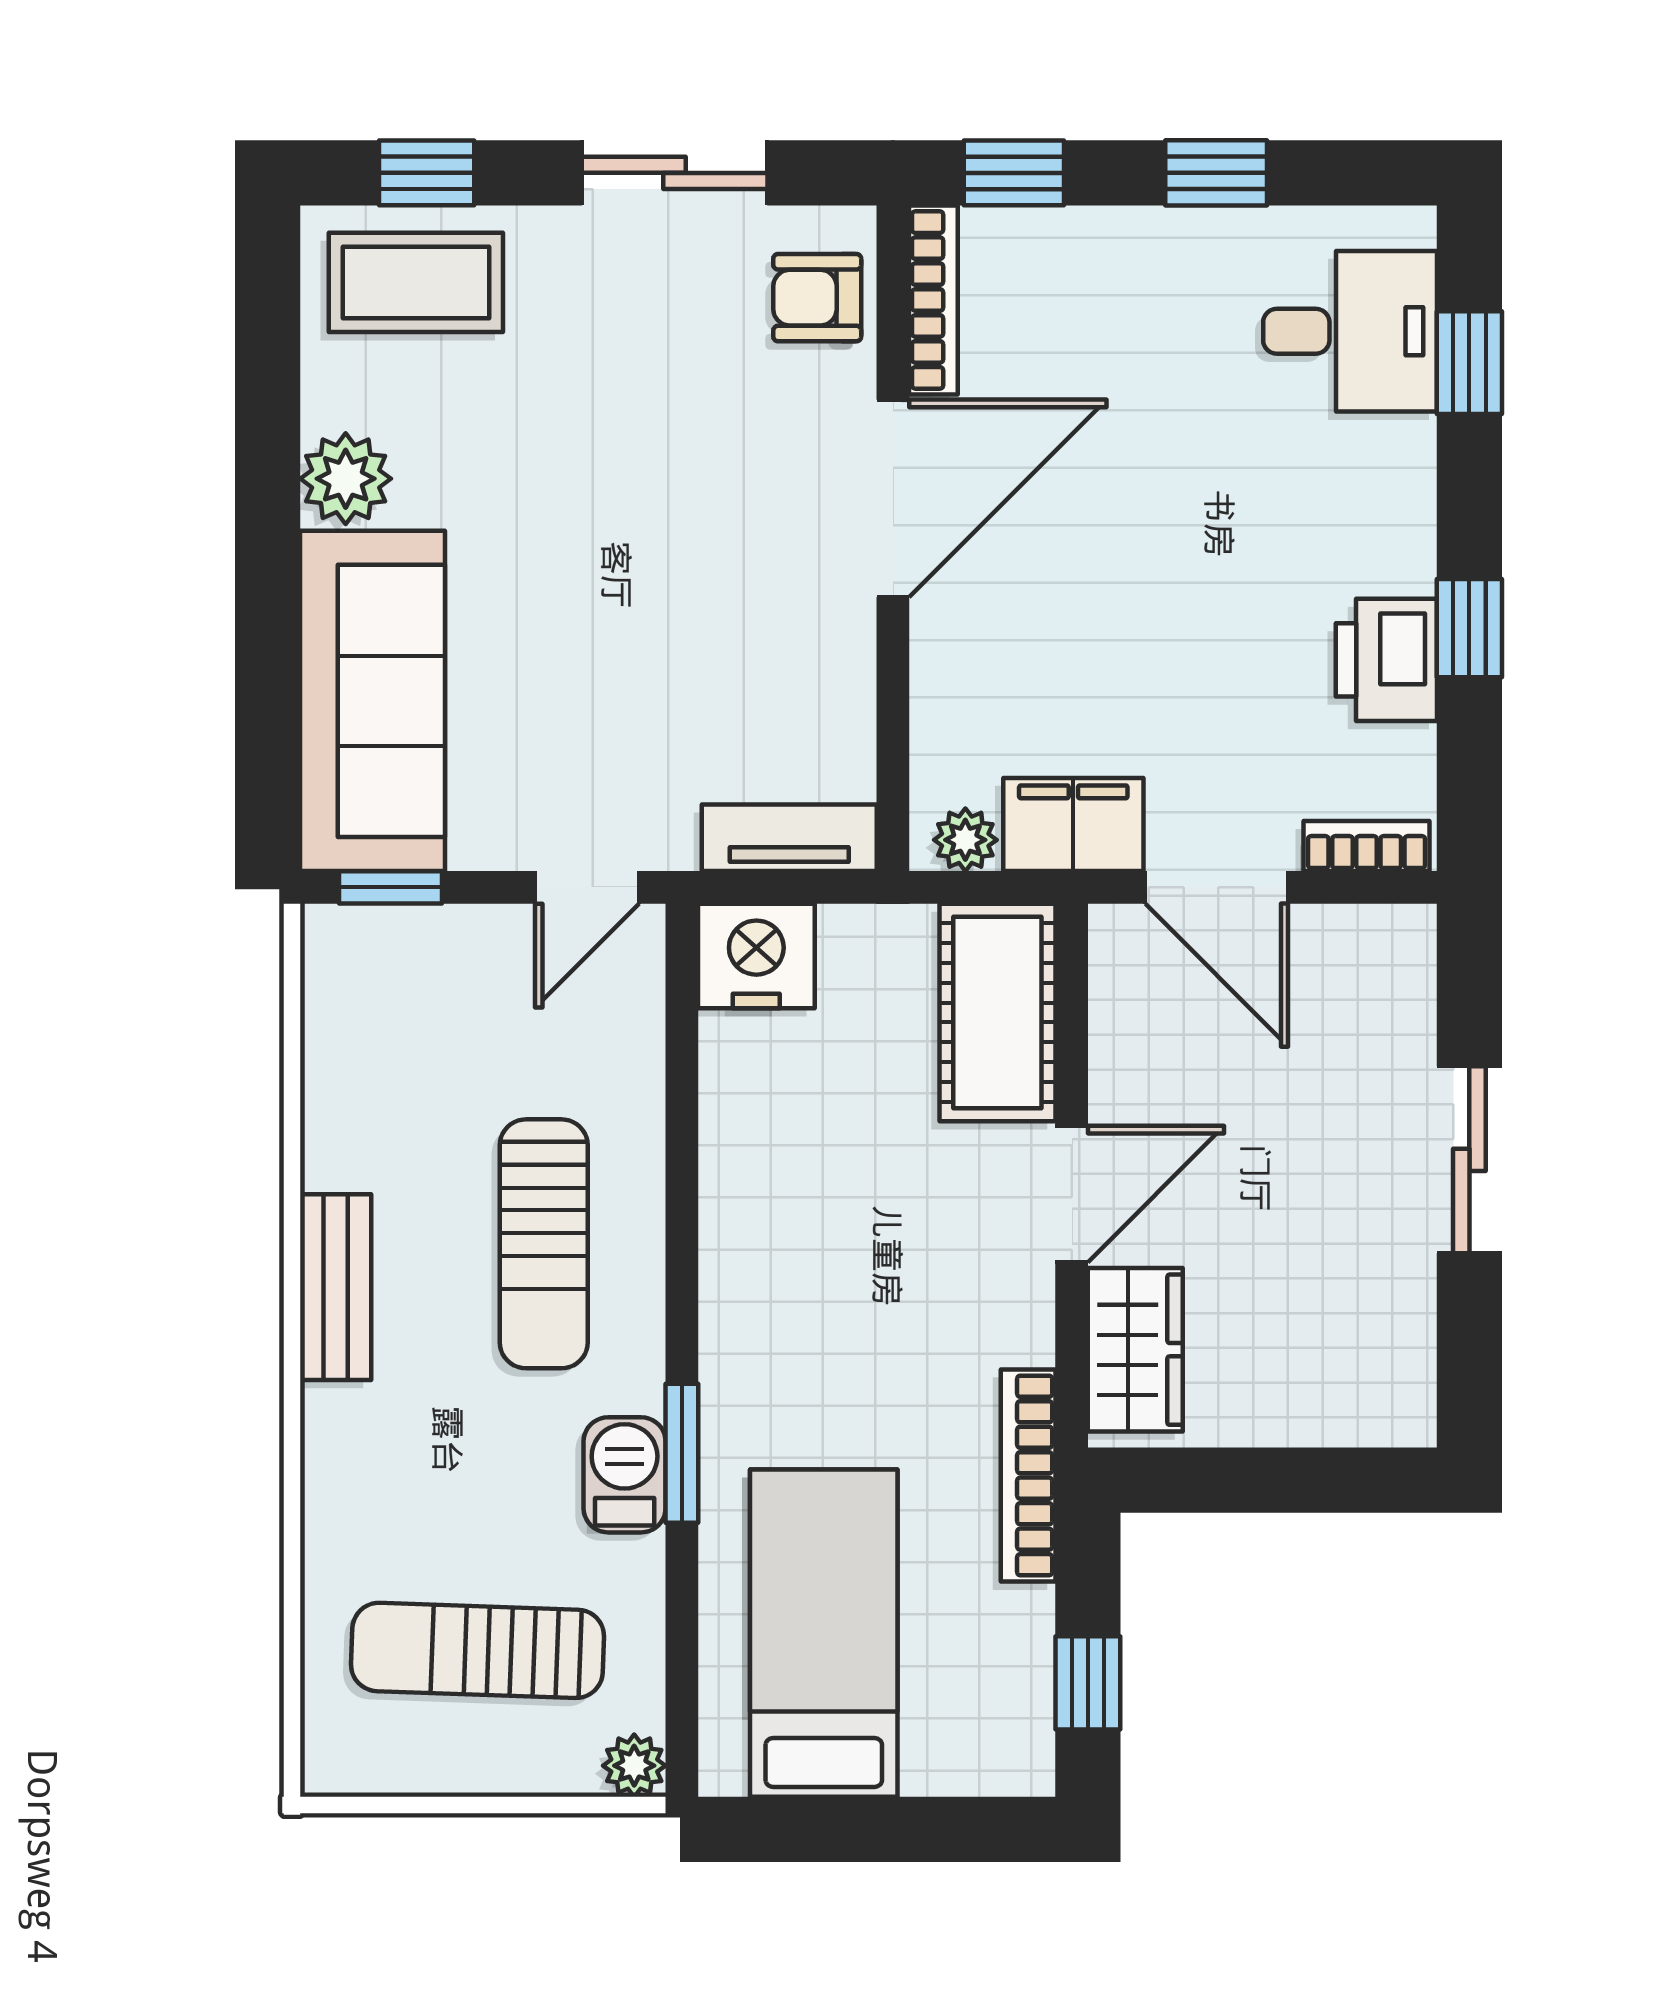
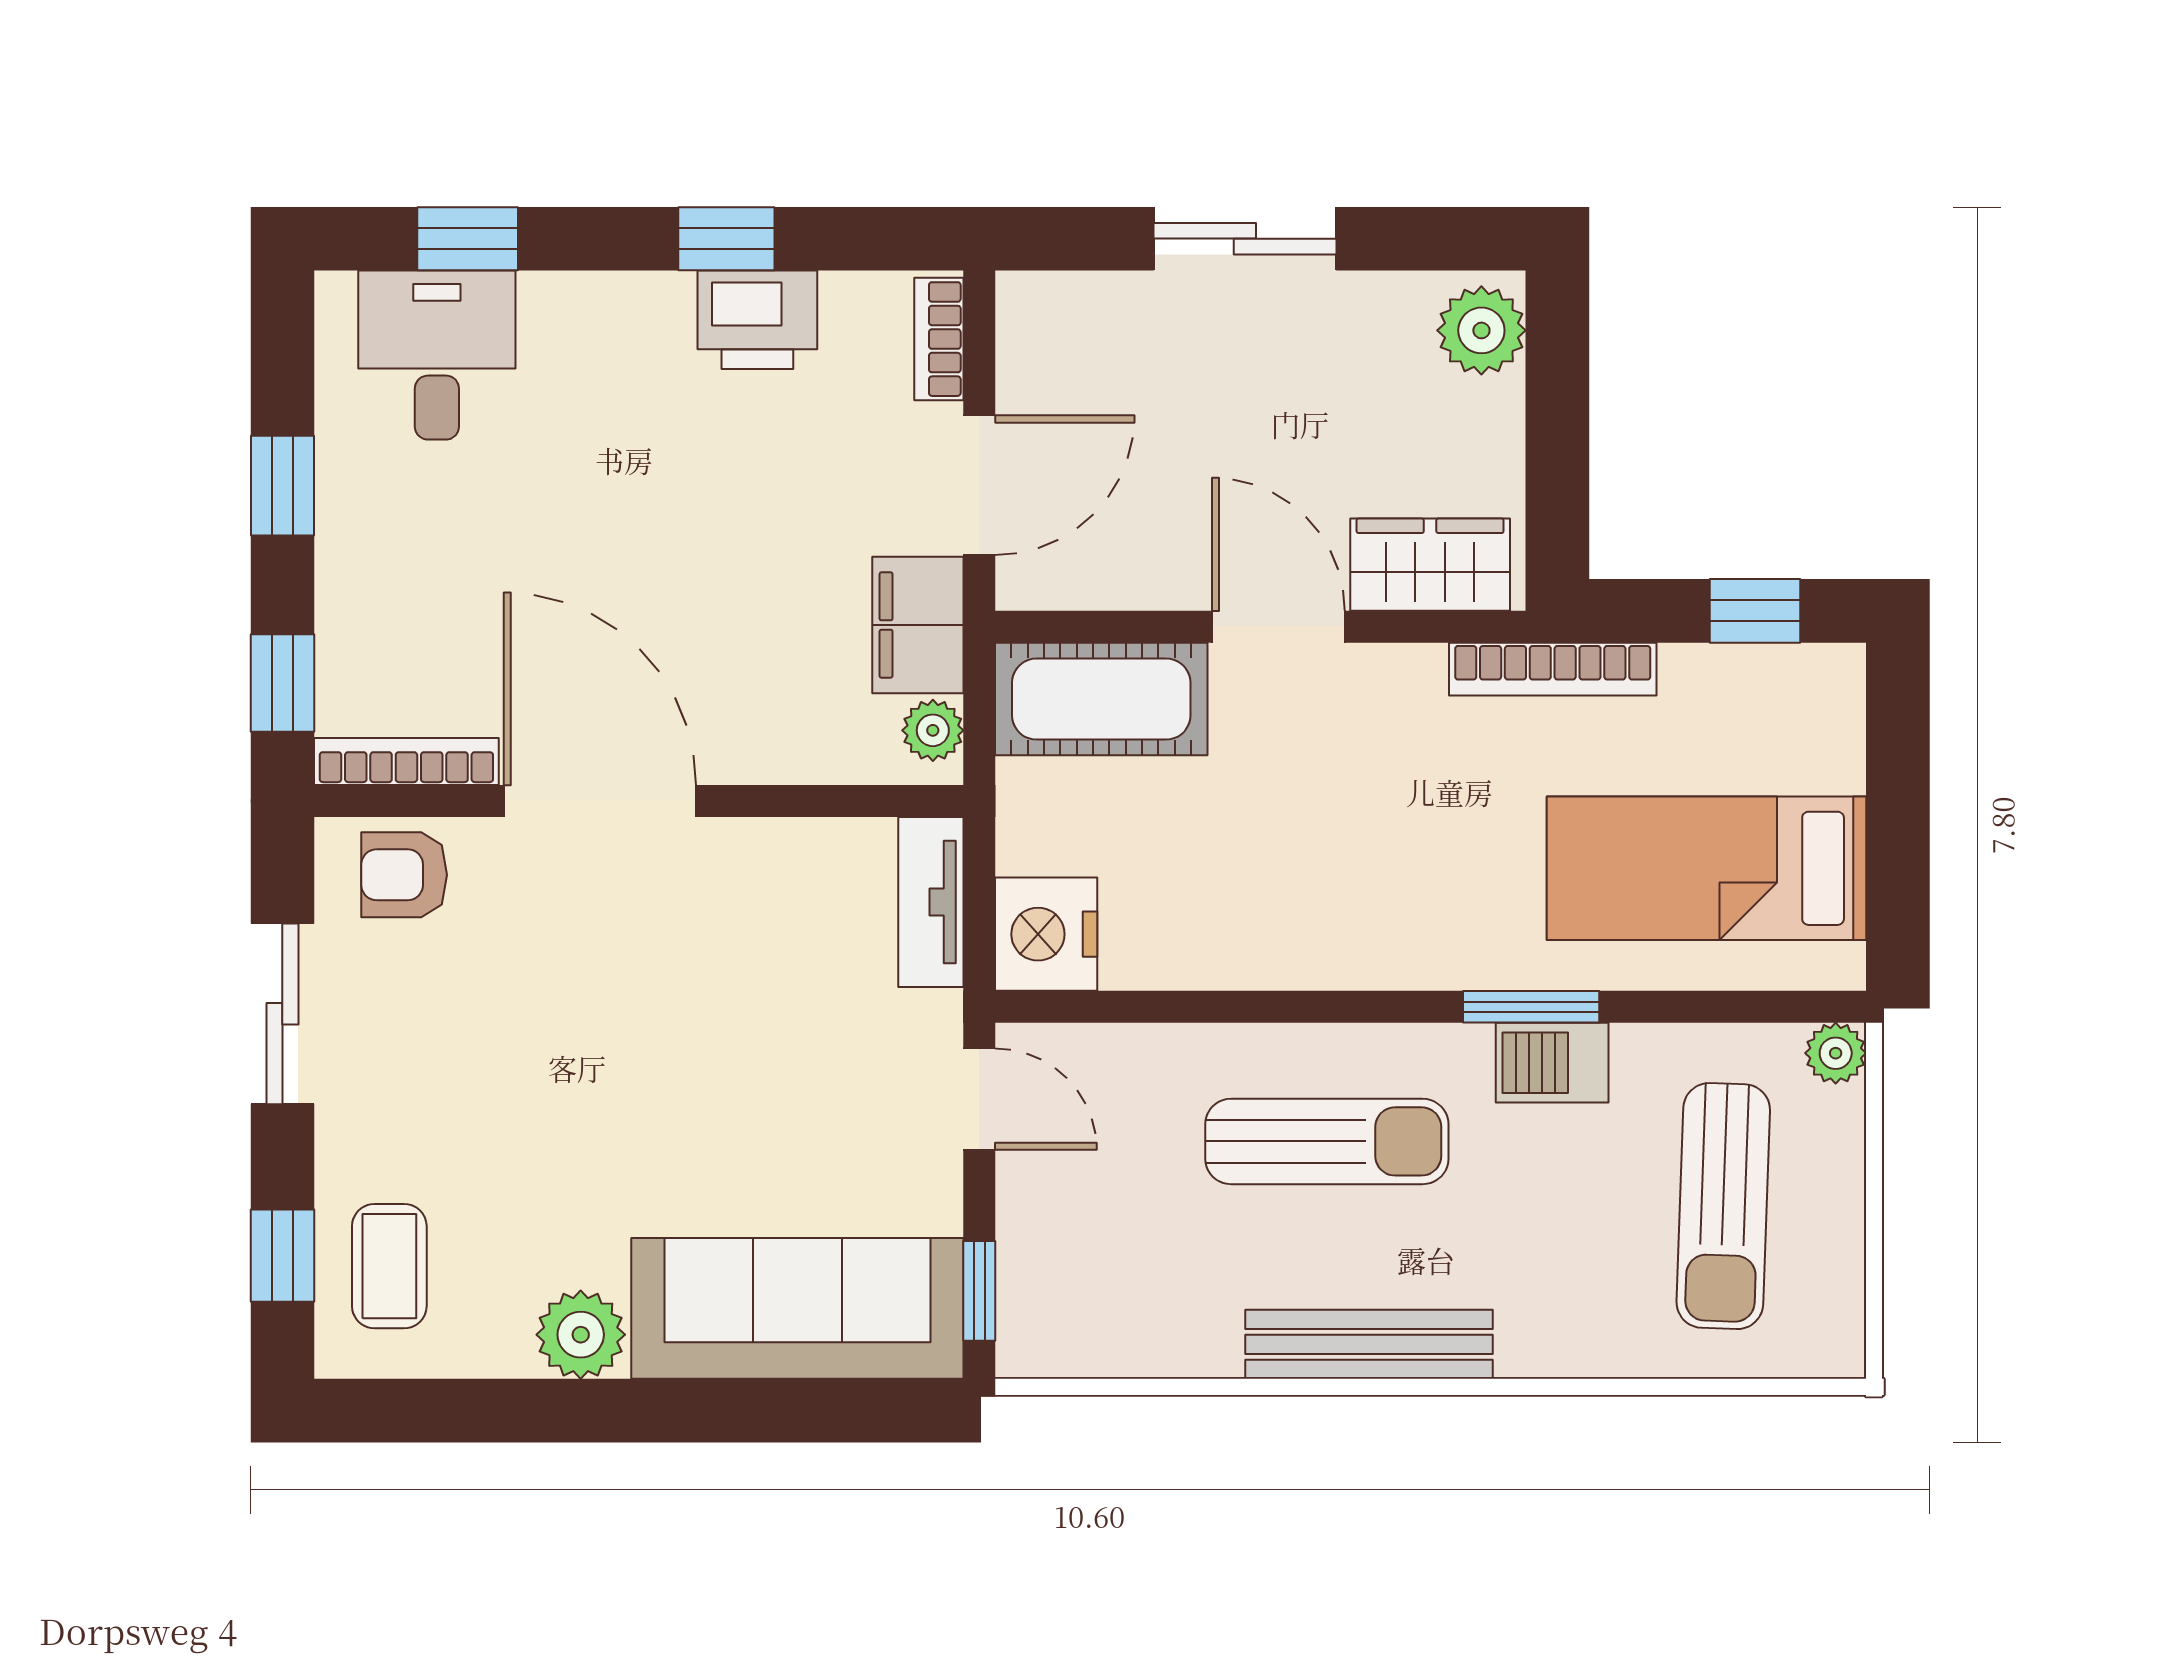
coffee table: (416, 282) -> (389, 1266), width x0.73, depth x0.77
armchair: (817, 298) -> (404, 875), turned 90
bench: (336, 1287) -> (1369, 1344), width x1.36
plant: (1375, 1402) -> (1481, 330), added

